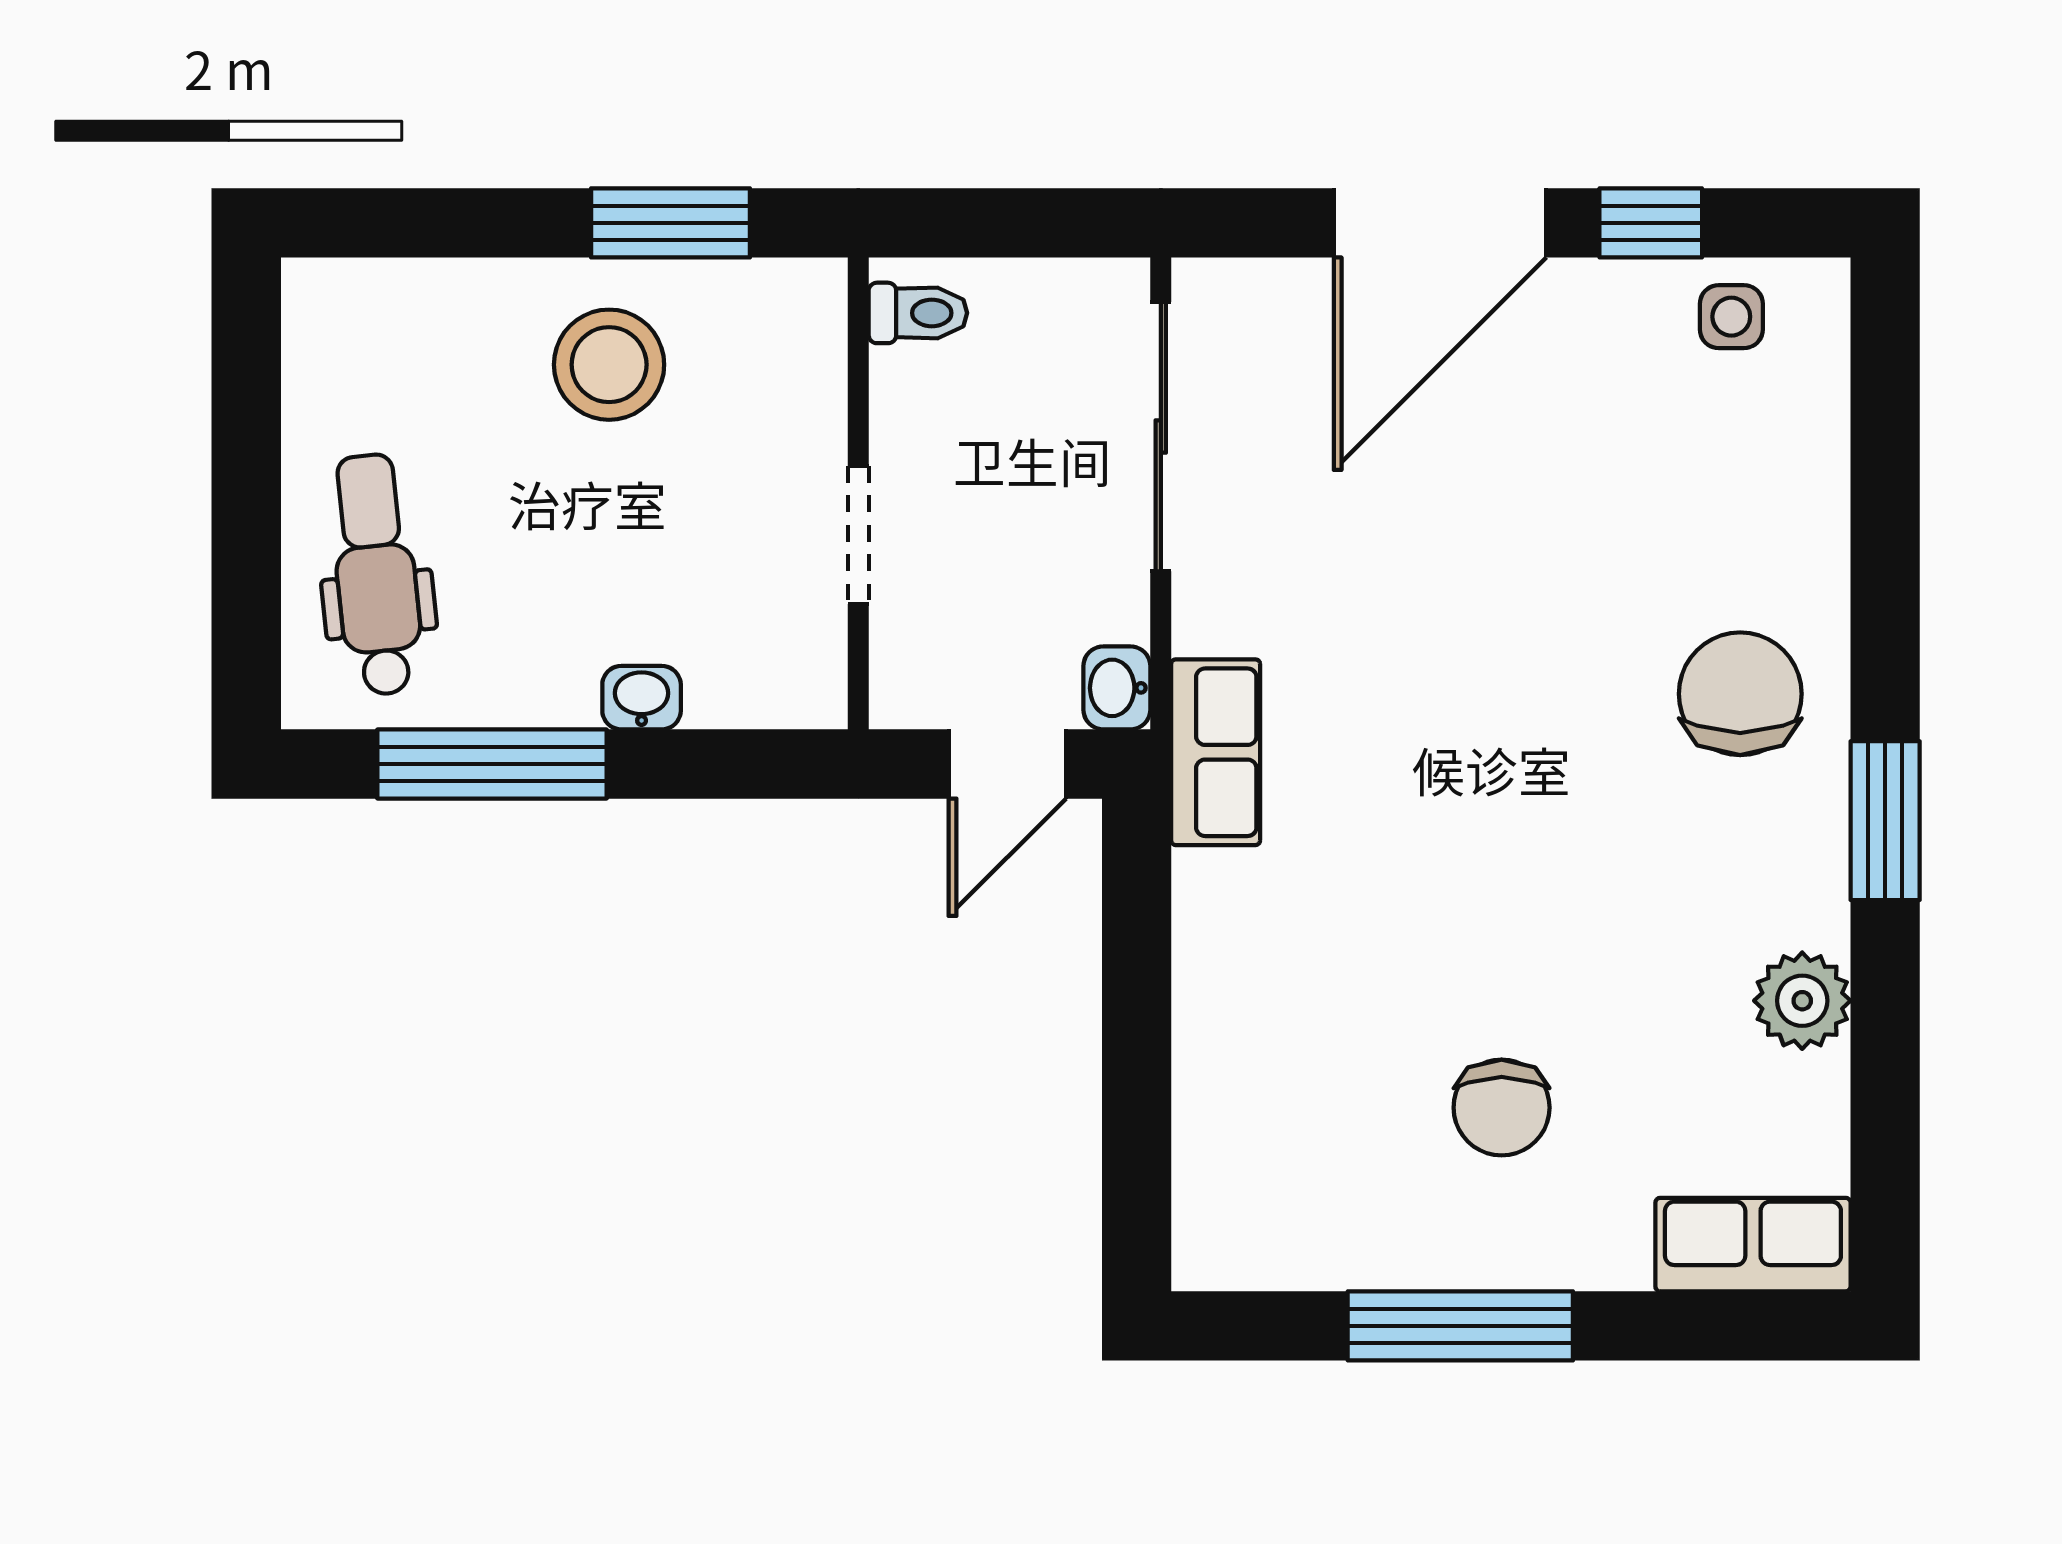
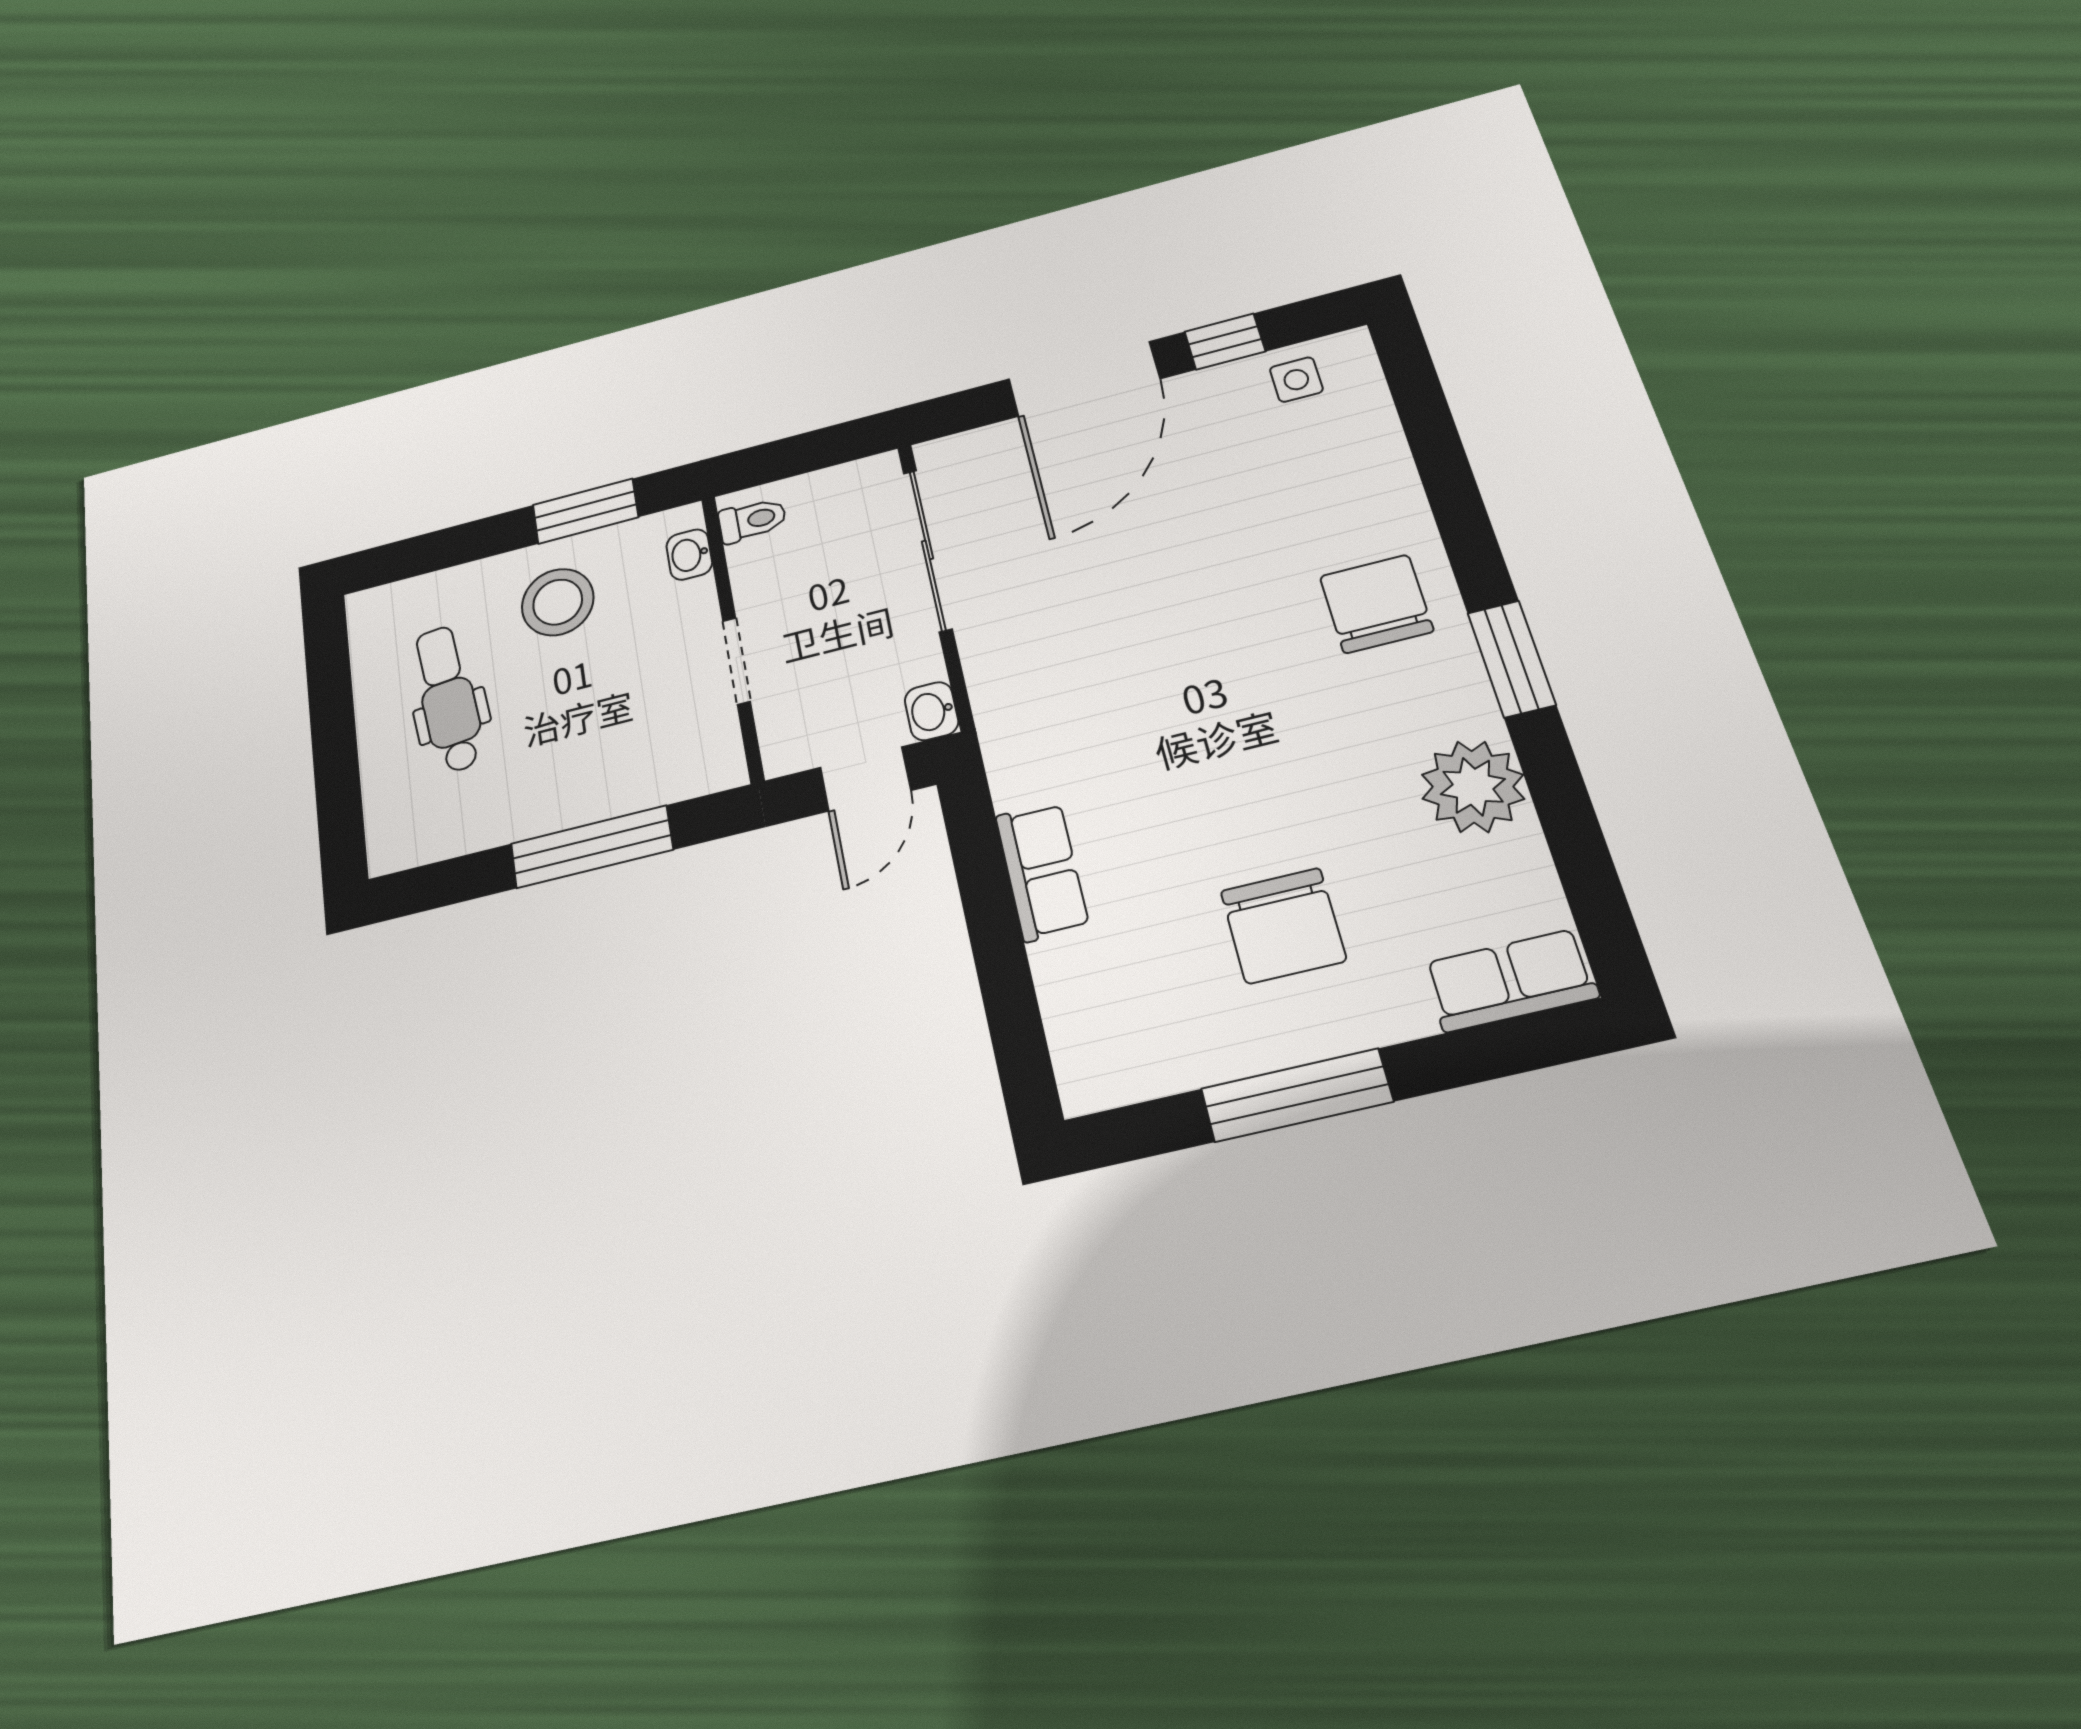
dental chair: (376, 575) -> (448, 699), moved
washbasin: (642, 698) -> (689, 555), moved, turned -90
row of seats: (1216, 752) -> (1042, 871), moved
window: (492, 764) -> (592, 847), moved
plant: (1802, 1001) -> (1473, 787), width x1.36, depth x1.36
chair: (1502, 1108) -> (1283, 926), width x1.37, depth x1.37

